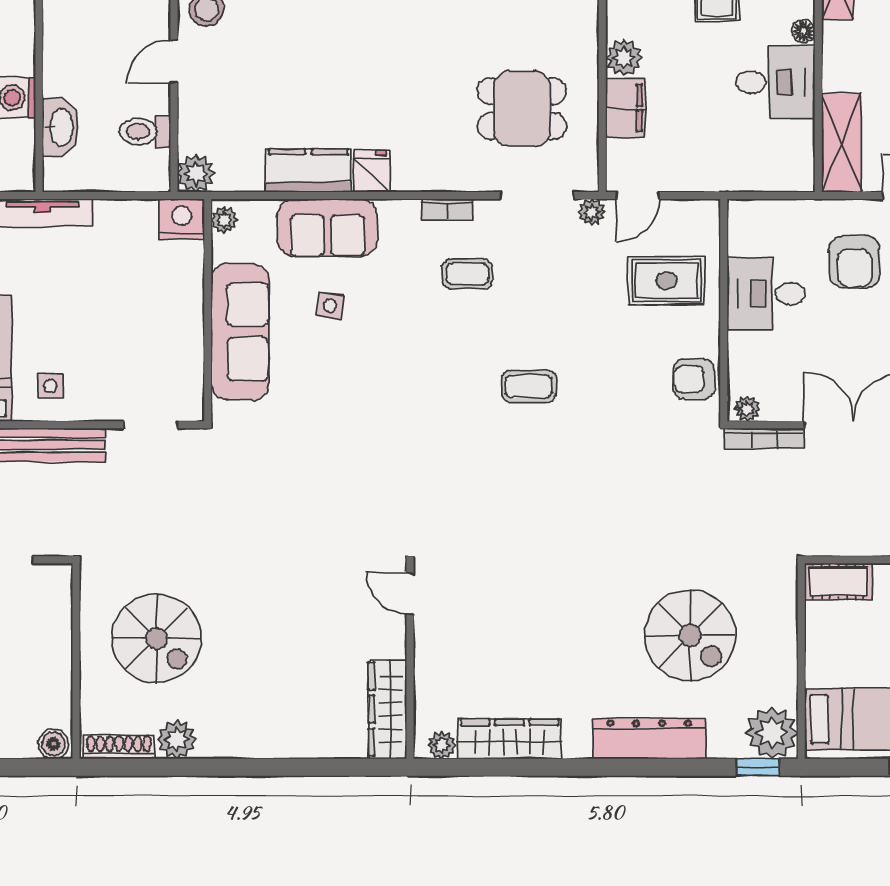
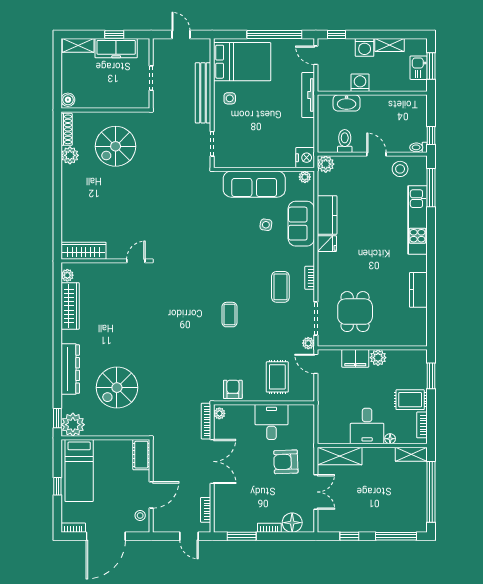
coffee table: (467, 274) -> (280, 287), width x1.36, depth x1.30

